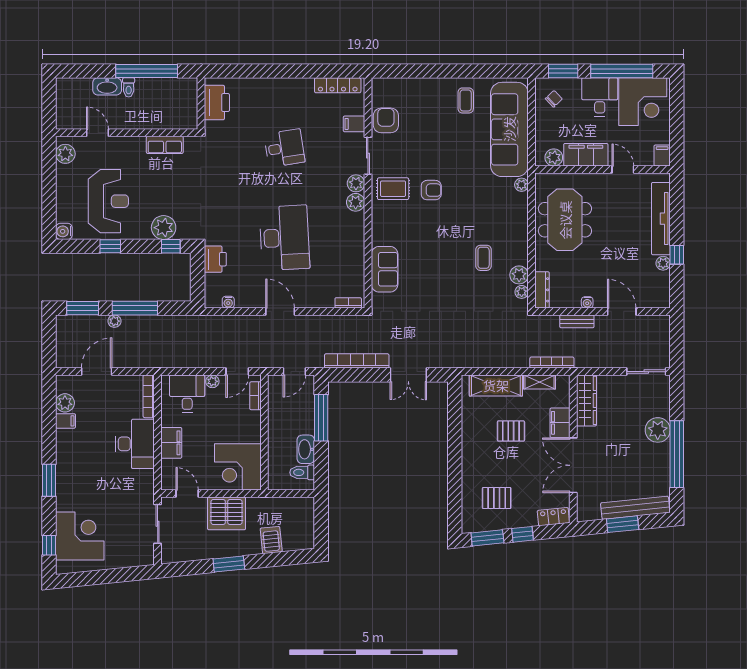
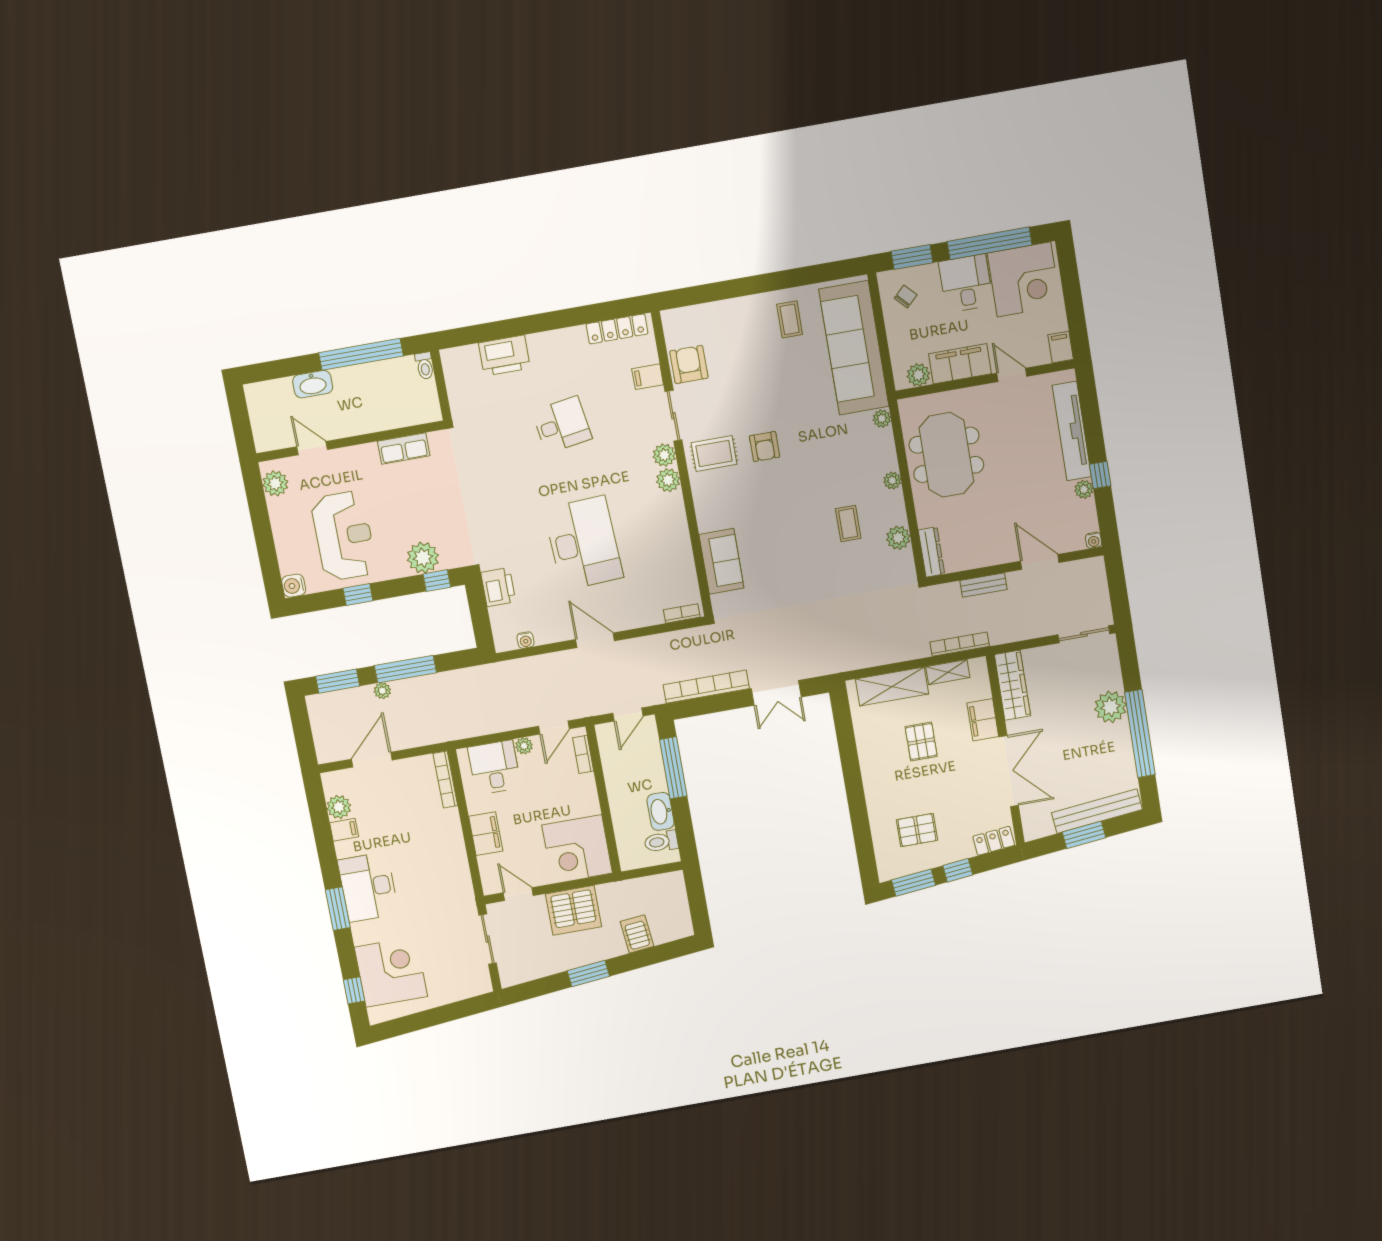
toilet: (129, 87) -> (425, 366), moved
printer: (217, 103) -> (504, 356), moved, turned 90
armchair: (431, 190) -> (765, 447), turned 90
plant: (522, 292) -> (892, 481), moved
water cooler: (587, 302) -> (1094, 540), moved
pallet: (511, 431) -> (921, 742), turned 90
desk: (135, 444) -> (368, 887), moved, turned 180
double door: (573, 465) -> (1009, 771), swing flipped

